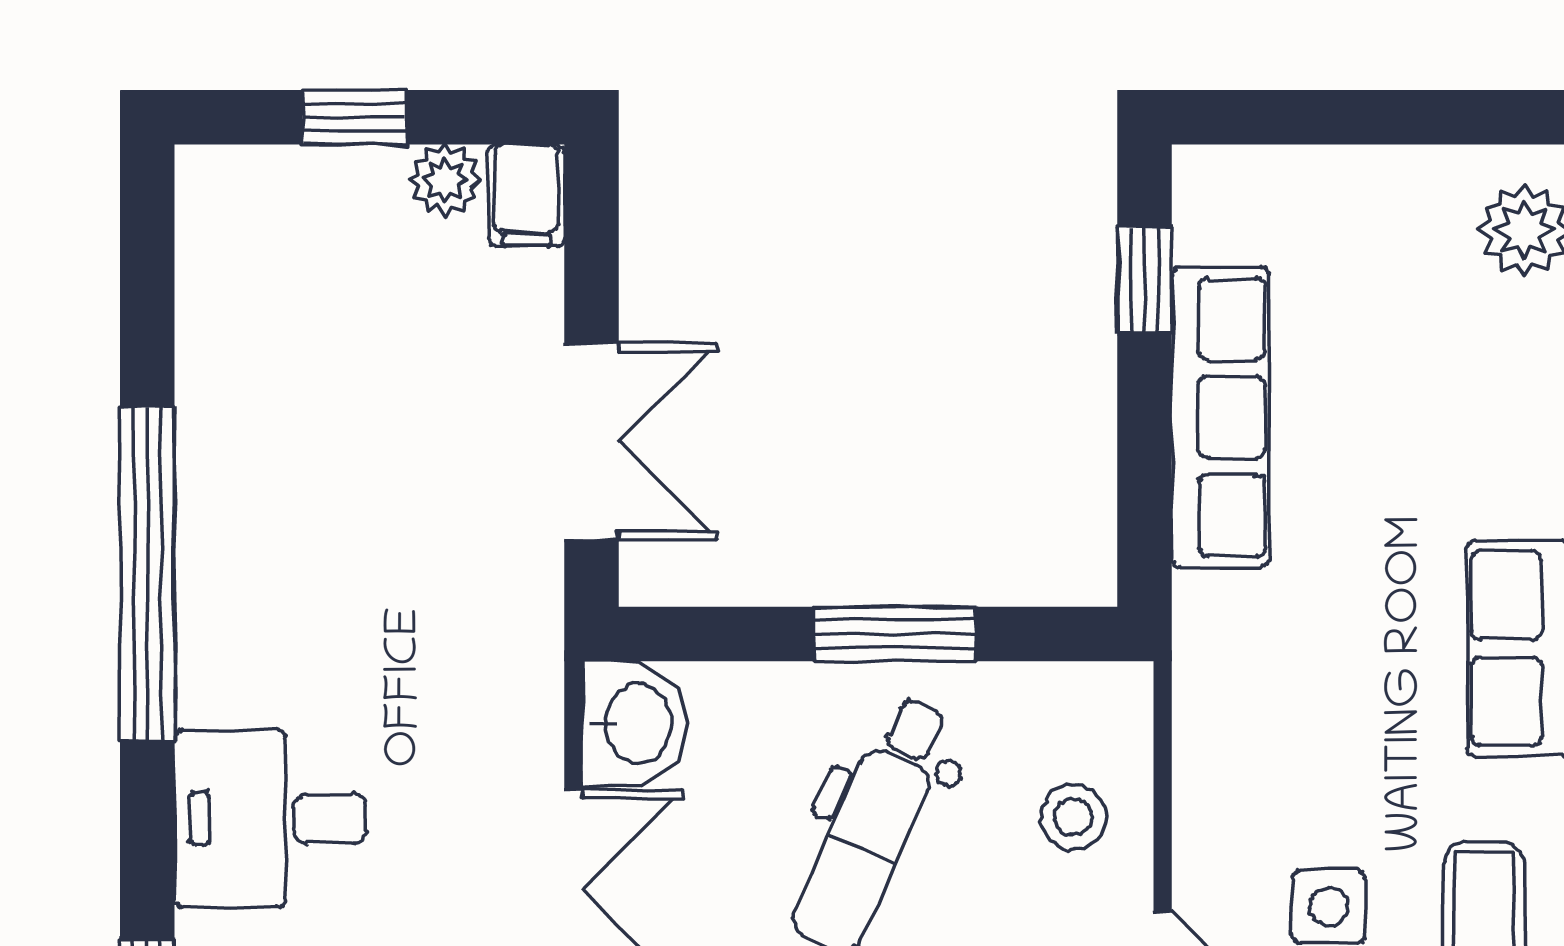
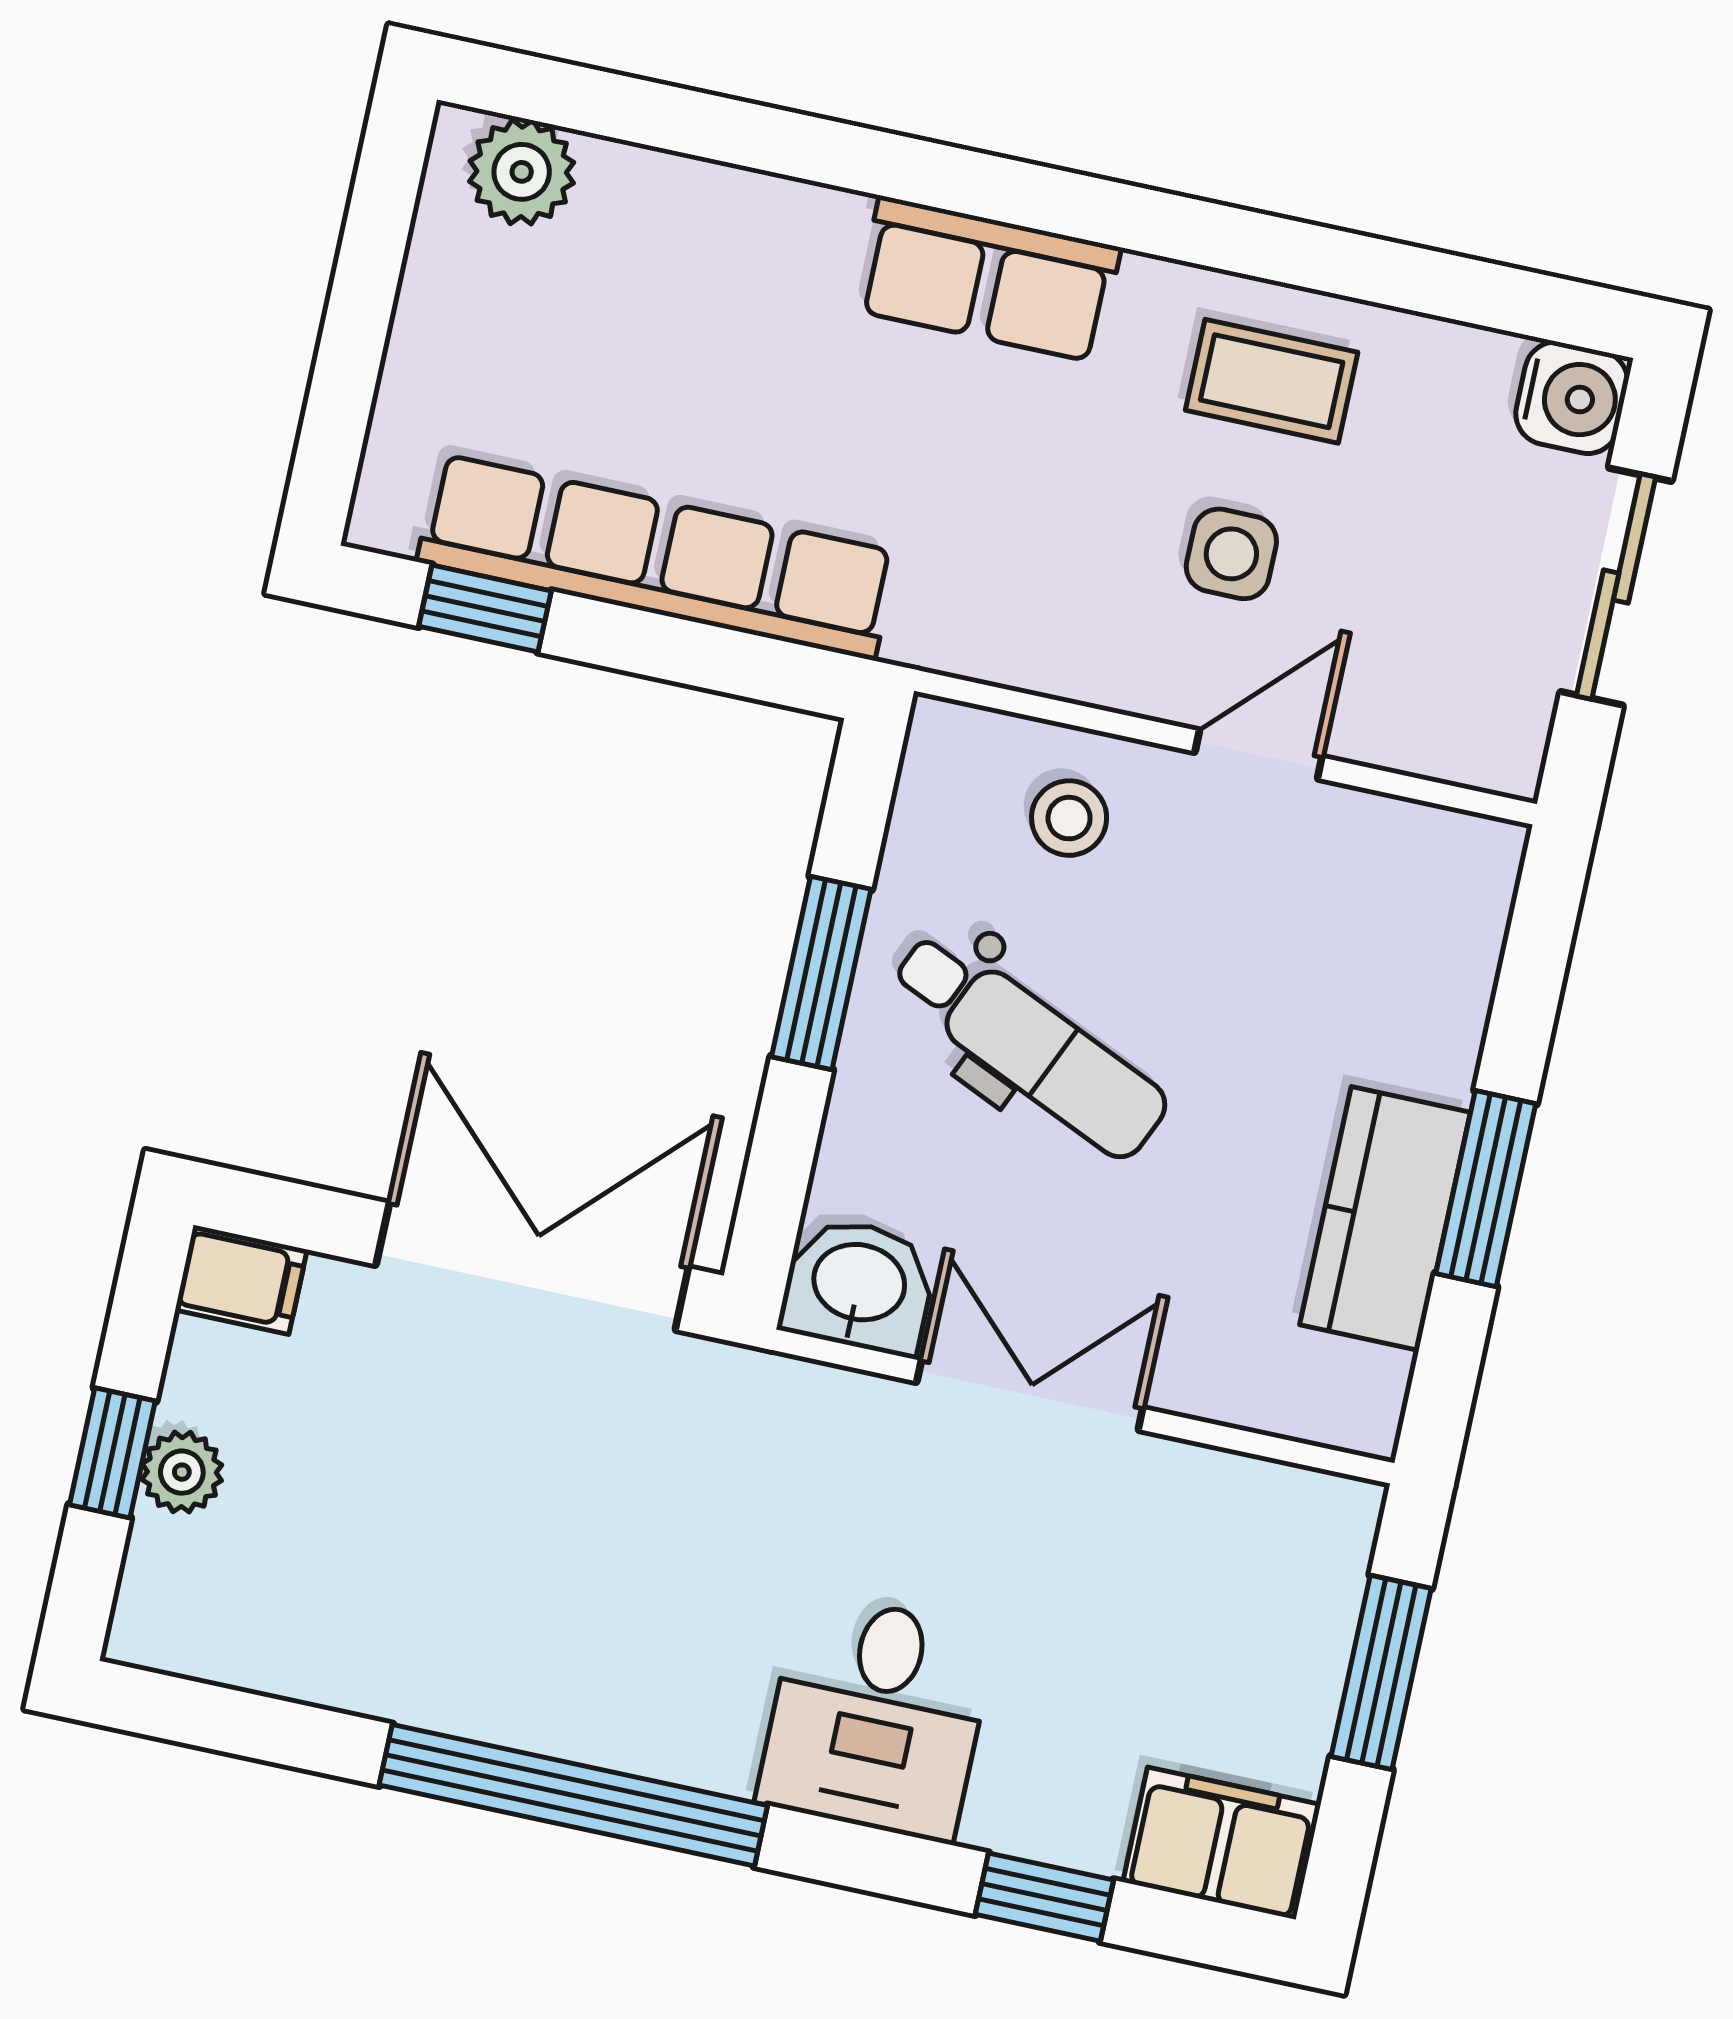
plant: (445, 180) -> (182, 1472), moved
row of seats: (1220, 417) -> (657, 557), width x1.36
double door: (591, 441) -> (532, 1266), width x1.37

